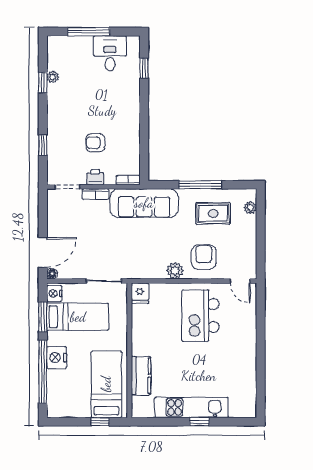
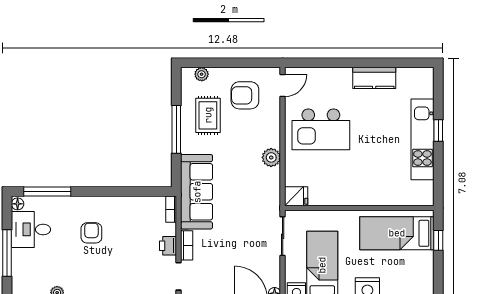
floor lamp: (133, 41) -> (18, 204), added
window: (144, 68) -> (47, 192), width x2.17
armchair: (95, 143) -> (91, 233), moved, turned 180
armchair: (204, 257) -> (245, 95), moved
kitchen counter: (141, 376) -> (374, 78), moved, turned 180

